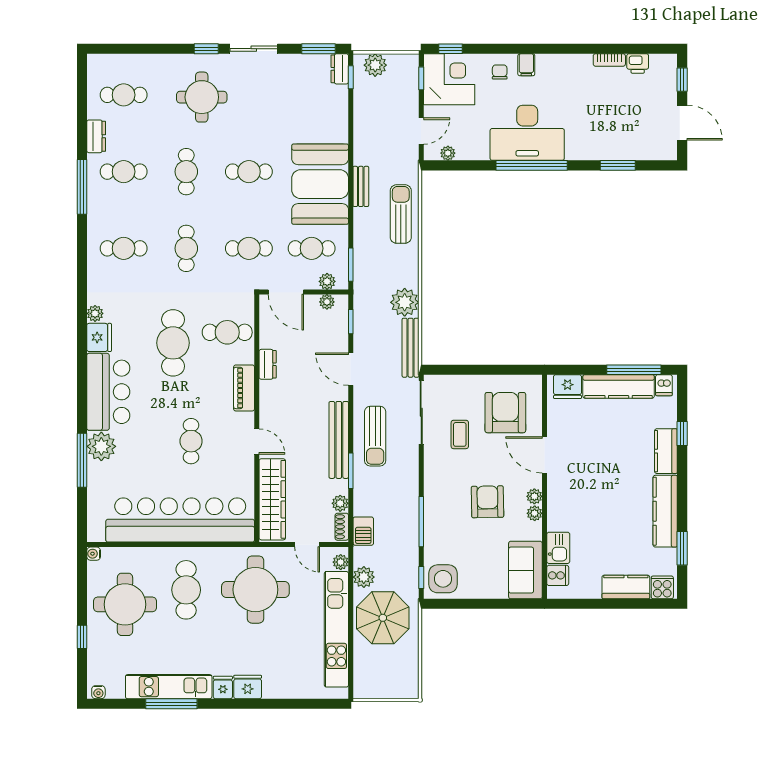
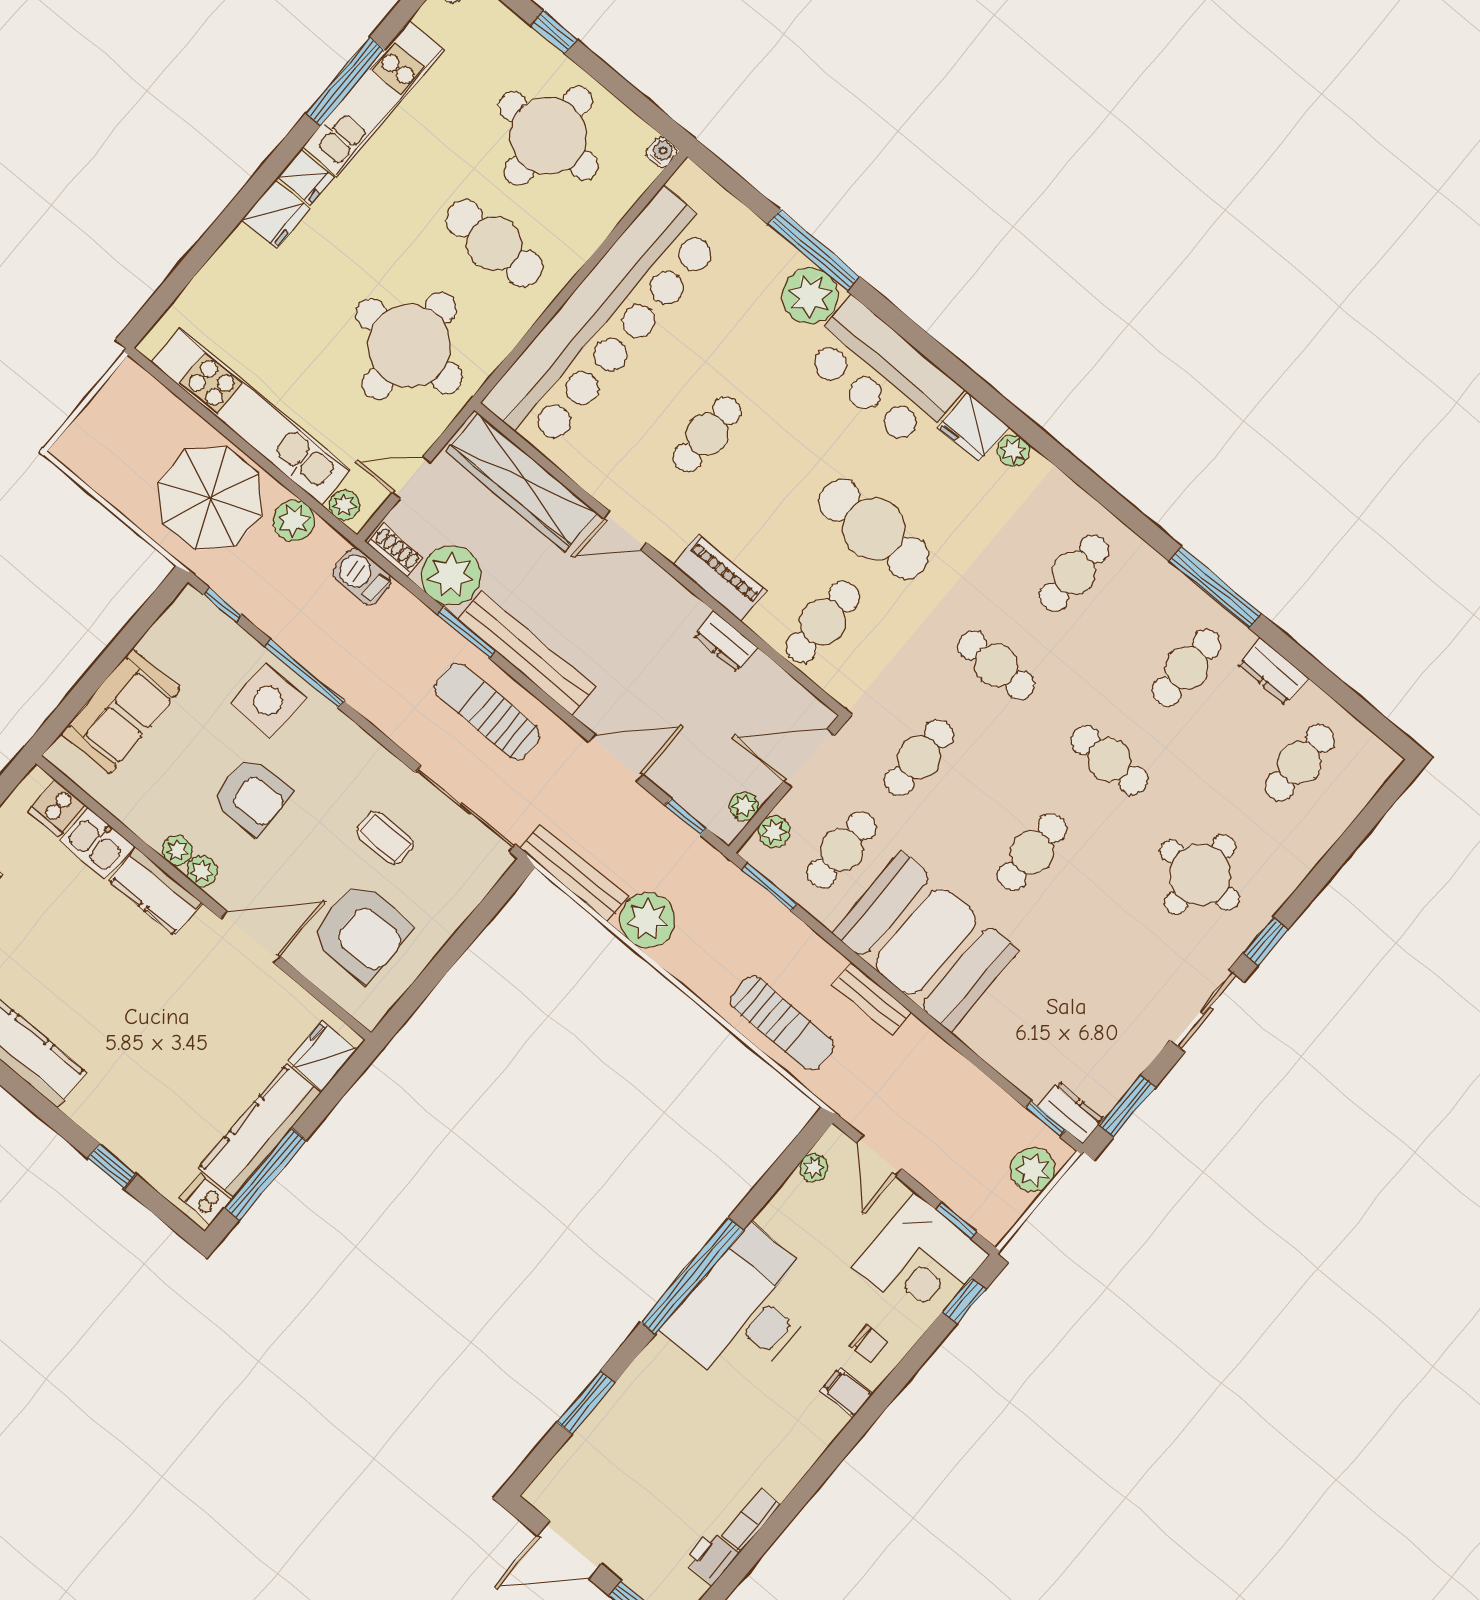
cafe table: (191, 441) -> (707, 434), turned 90
kitchen counter: (666, 451) -> (155, 892), moved, turned 180
plant: (340, 503) -> (451, 575), width x1.87, depth x1.87
sofa: (525, 570) -> (121, 711), moved, turned 90
side table: (443, 579) -> (268, 701), moved

